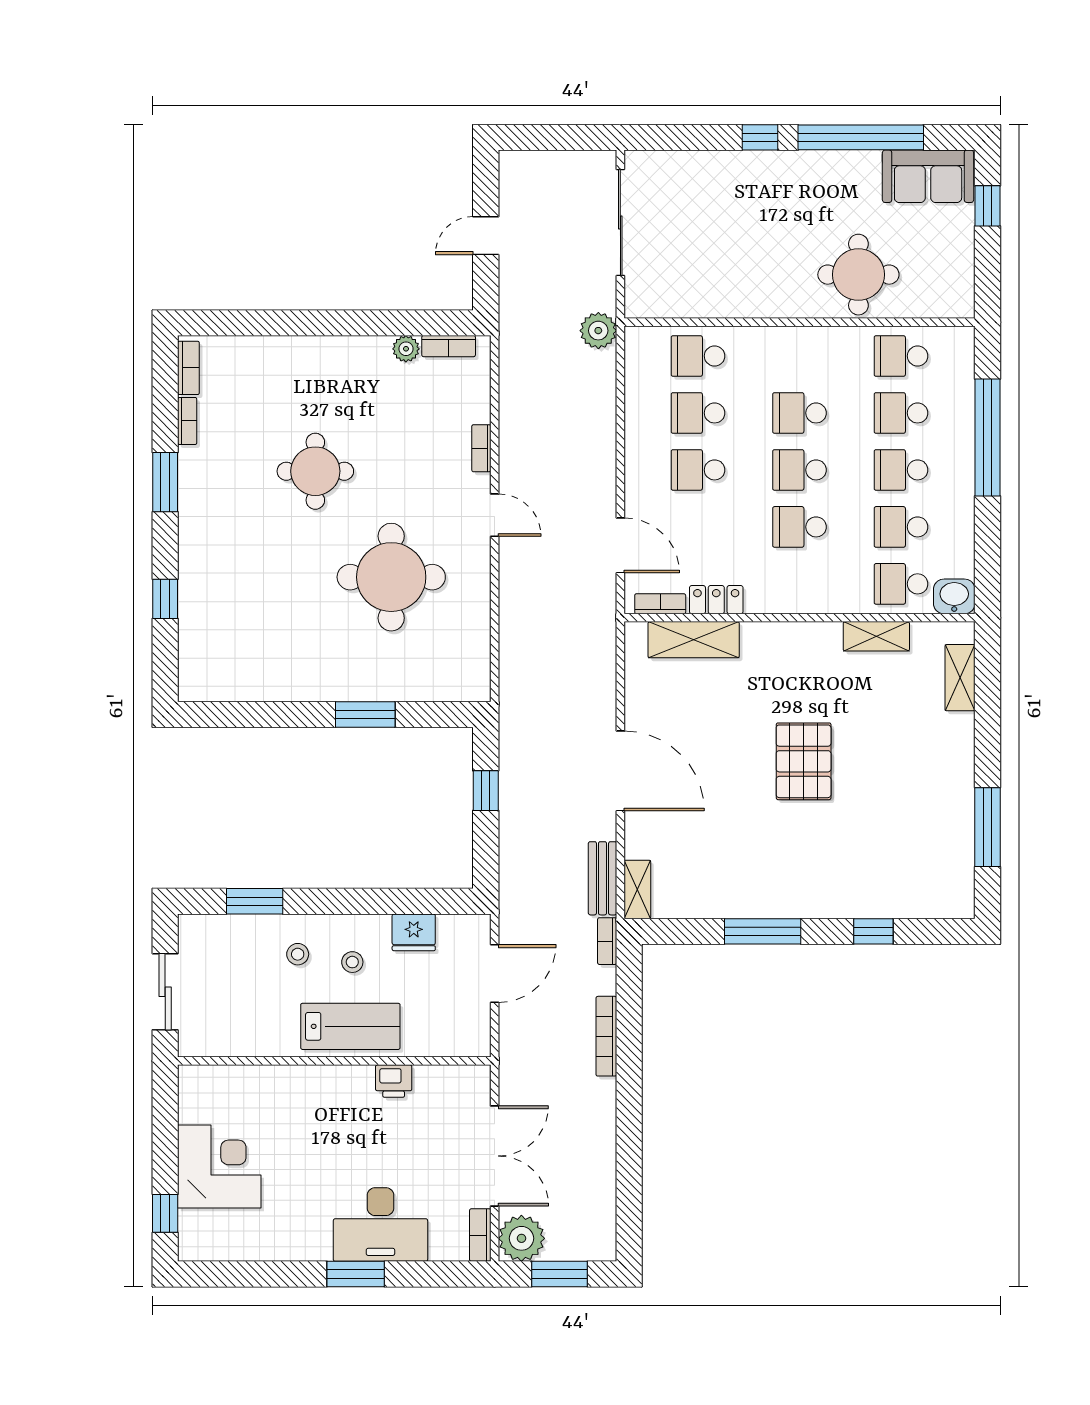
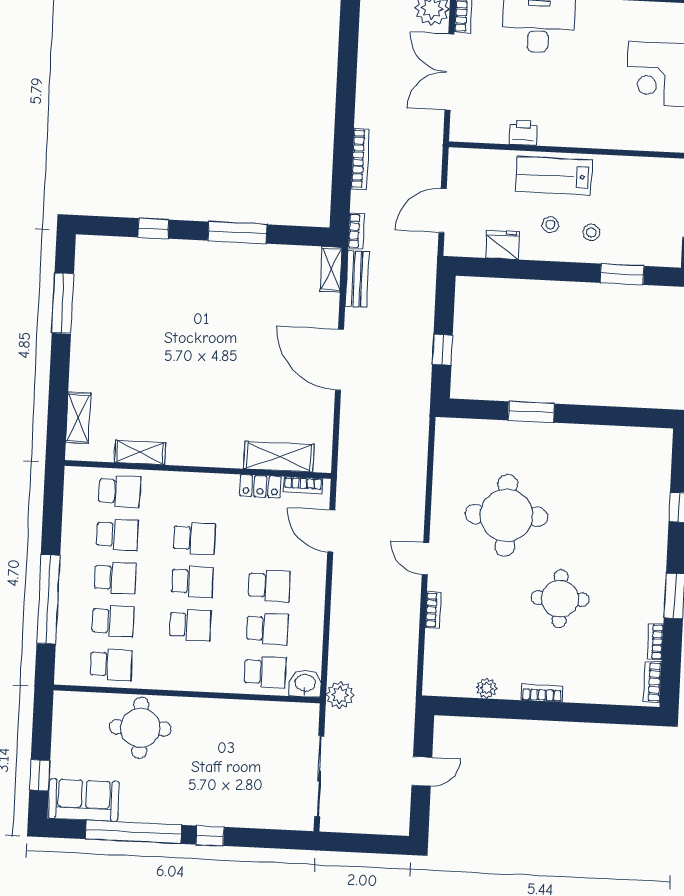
bookcase: (449, 346) -> (542, 693), moved
washbasin: (954, 596) -> (305, 683), moved, turned 180
pallet: (804, 761) -> (200, 360), removed

